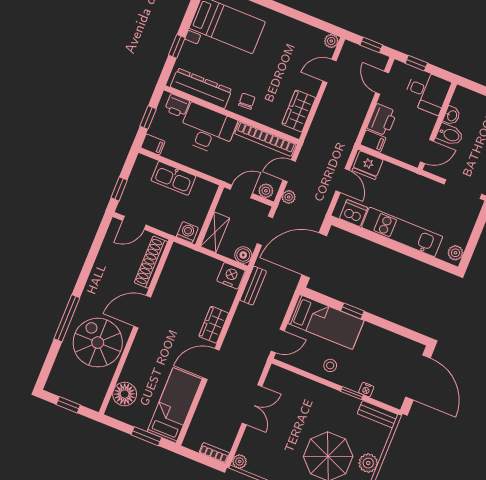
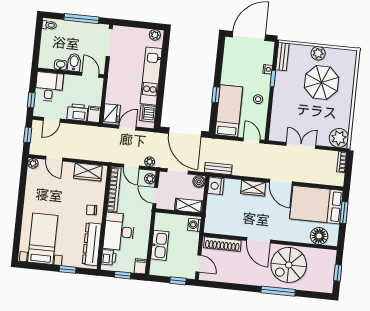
bed: (175, 405) -> (316, 205), width x1.50
plant: (240, 462) -> (339, 138), width x1.88, depth x1.88

